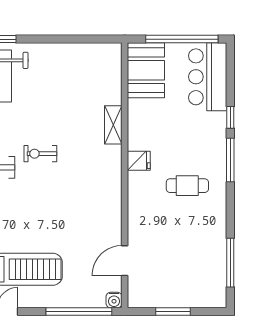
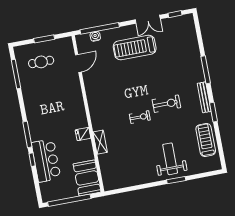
bar counter: (208, 77) -> (46, 161), moved
fridge: (139, 161) -> (83, 134), moved
cafe table: (187, 186) -> (41, 62), moved
water cooler: (114, 300) -> (95, 36), moved

